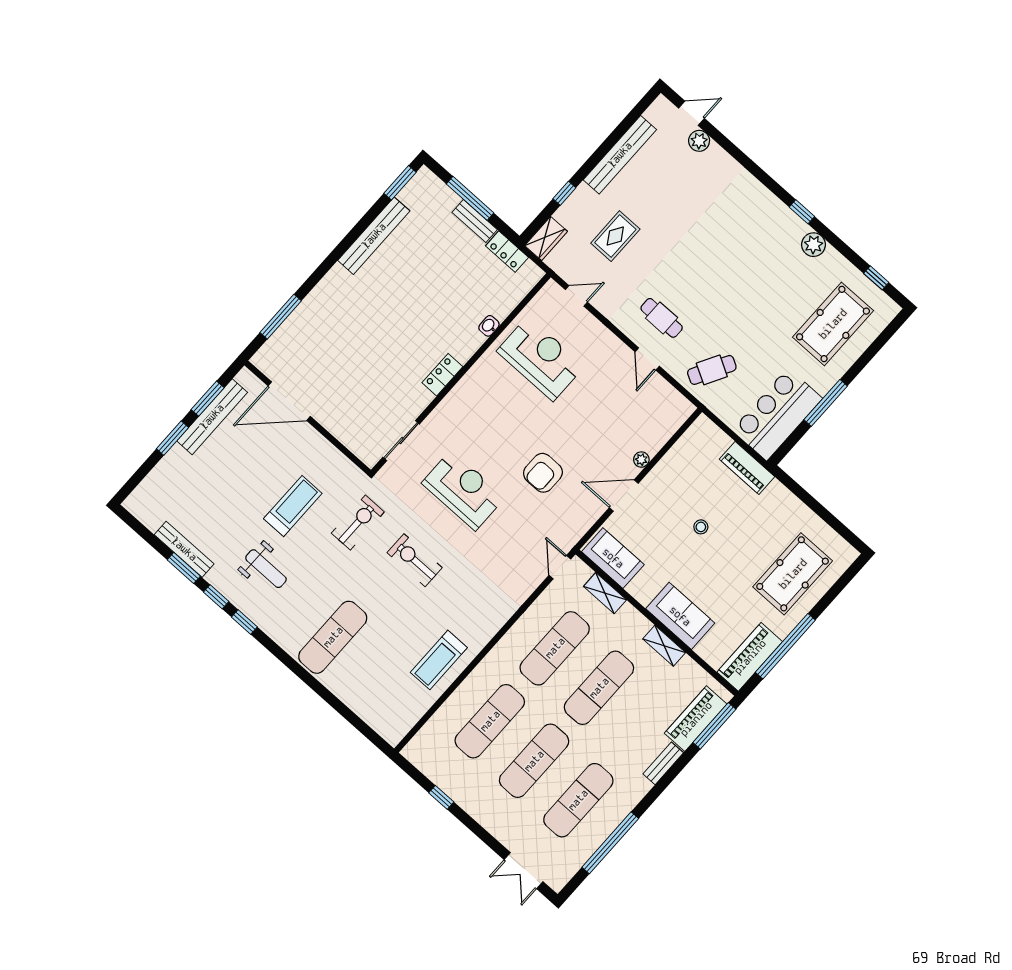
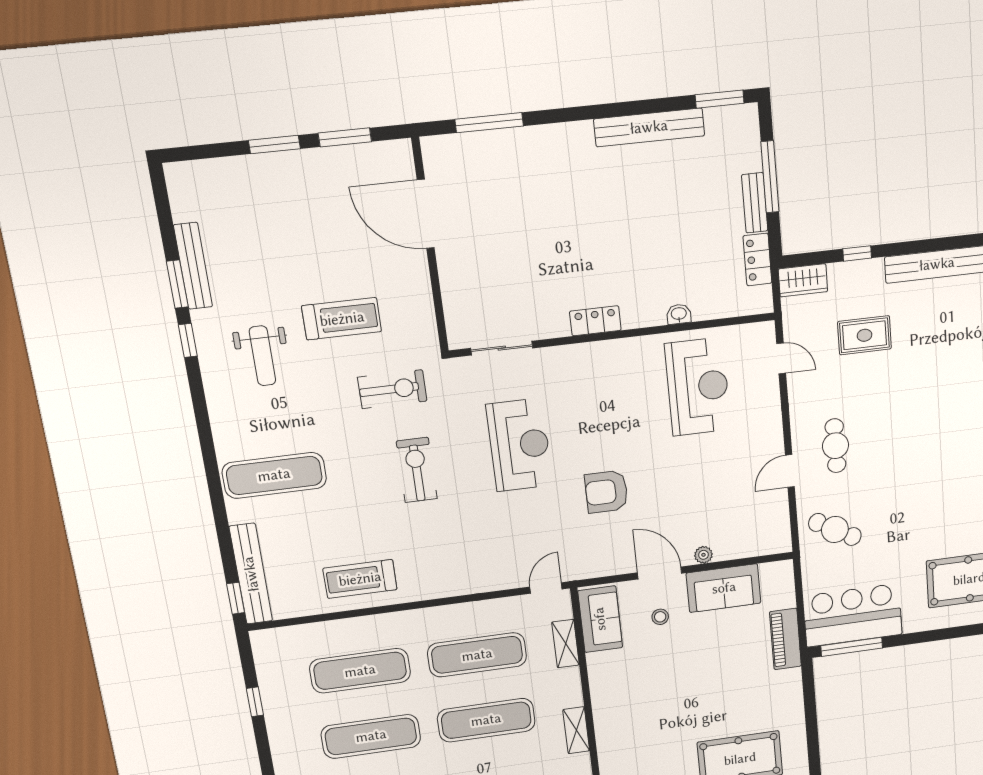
window: (826, 403) -> (852, 647), moved
bench: (212, 417) -> (251, 574), moved, turned 90
stool: (701, 527) -> (660, 617), moved
sofa: (680, 616) -> (724, 588), moved, turned 90
window: (244, 622) -> (236, 598), moved

